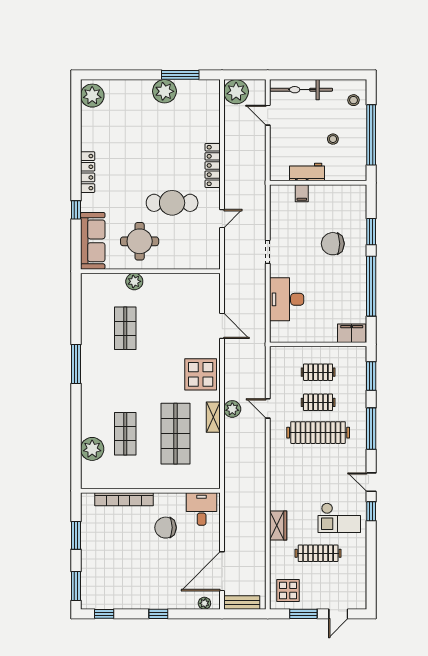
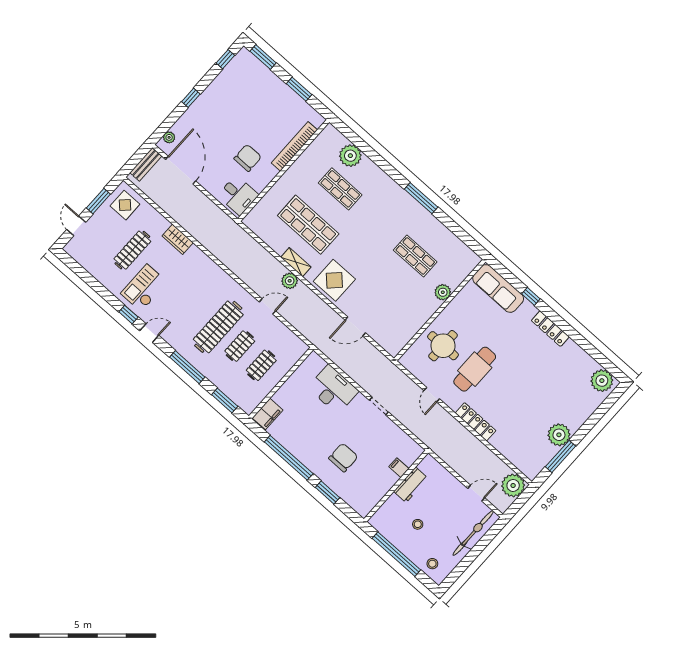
round table: (140, 241) -> (443, 346), moved

